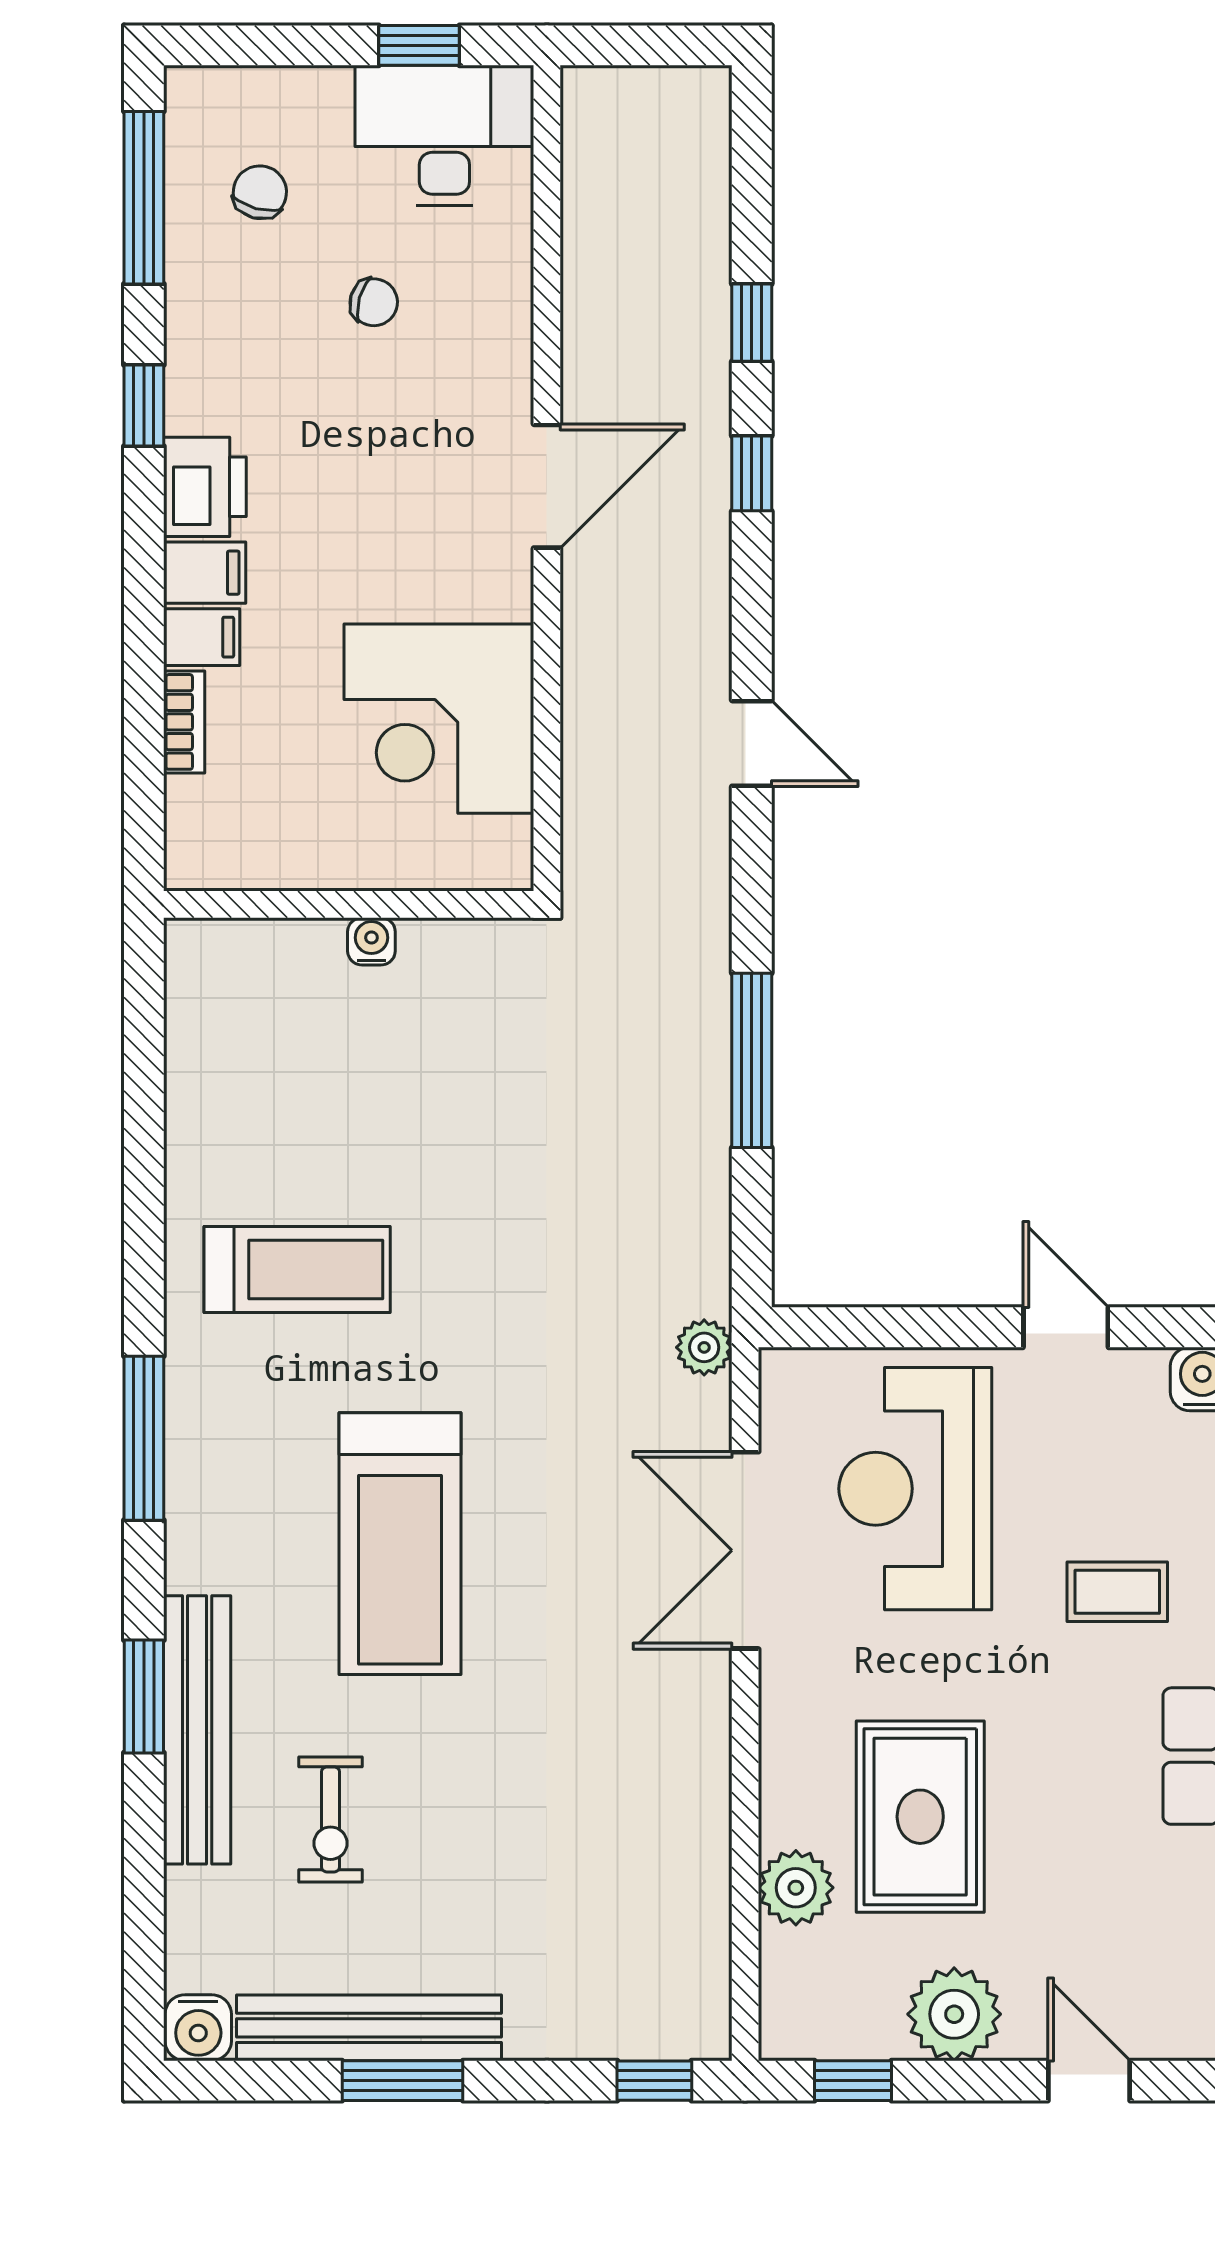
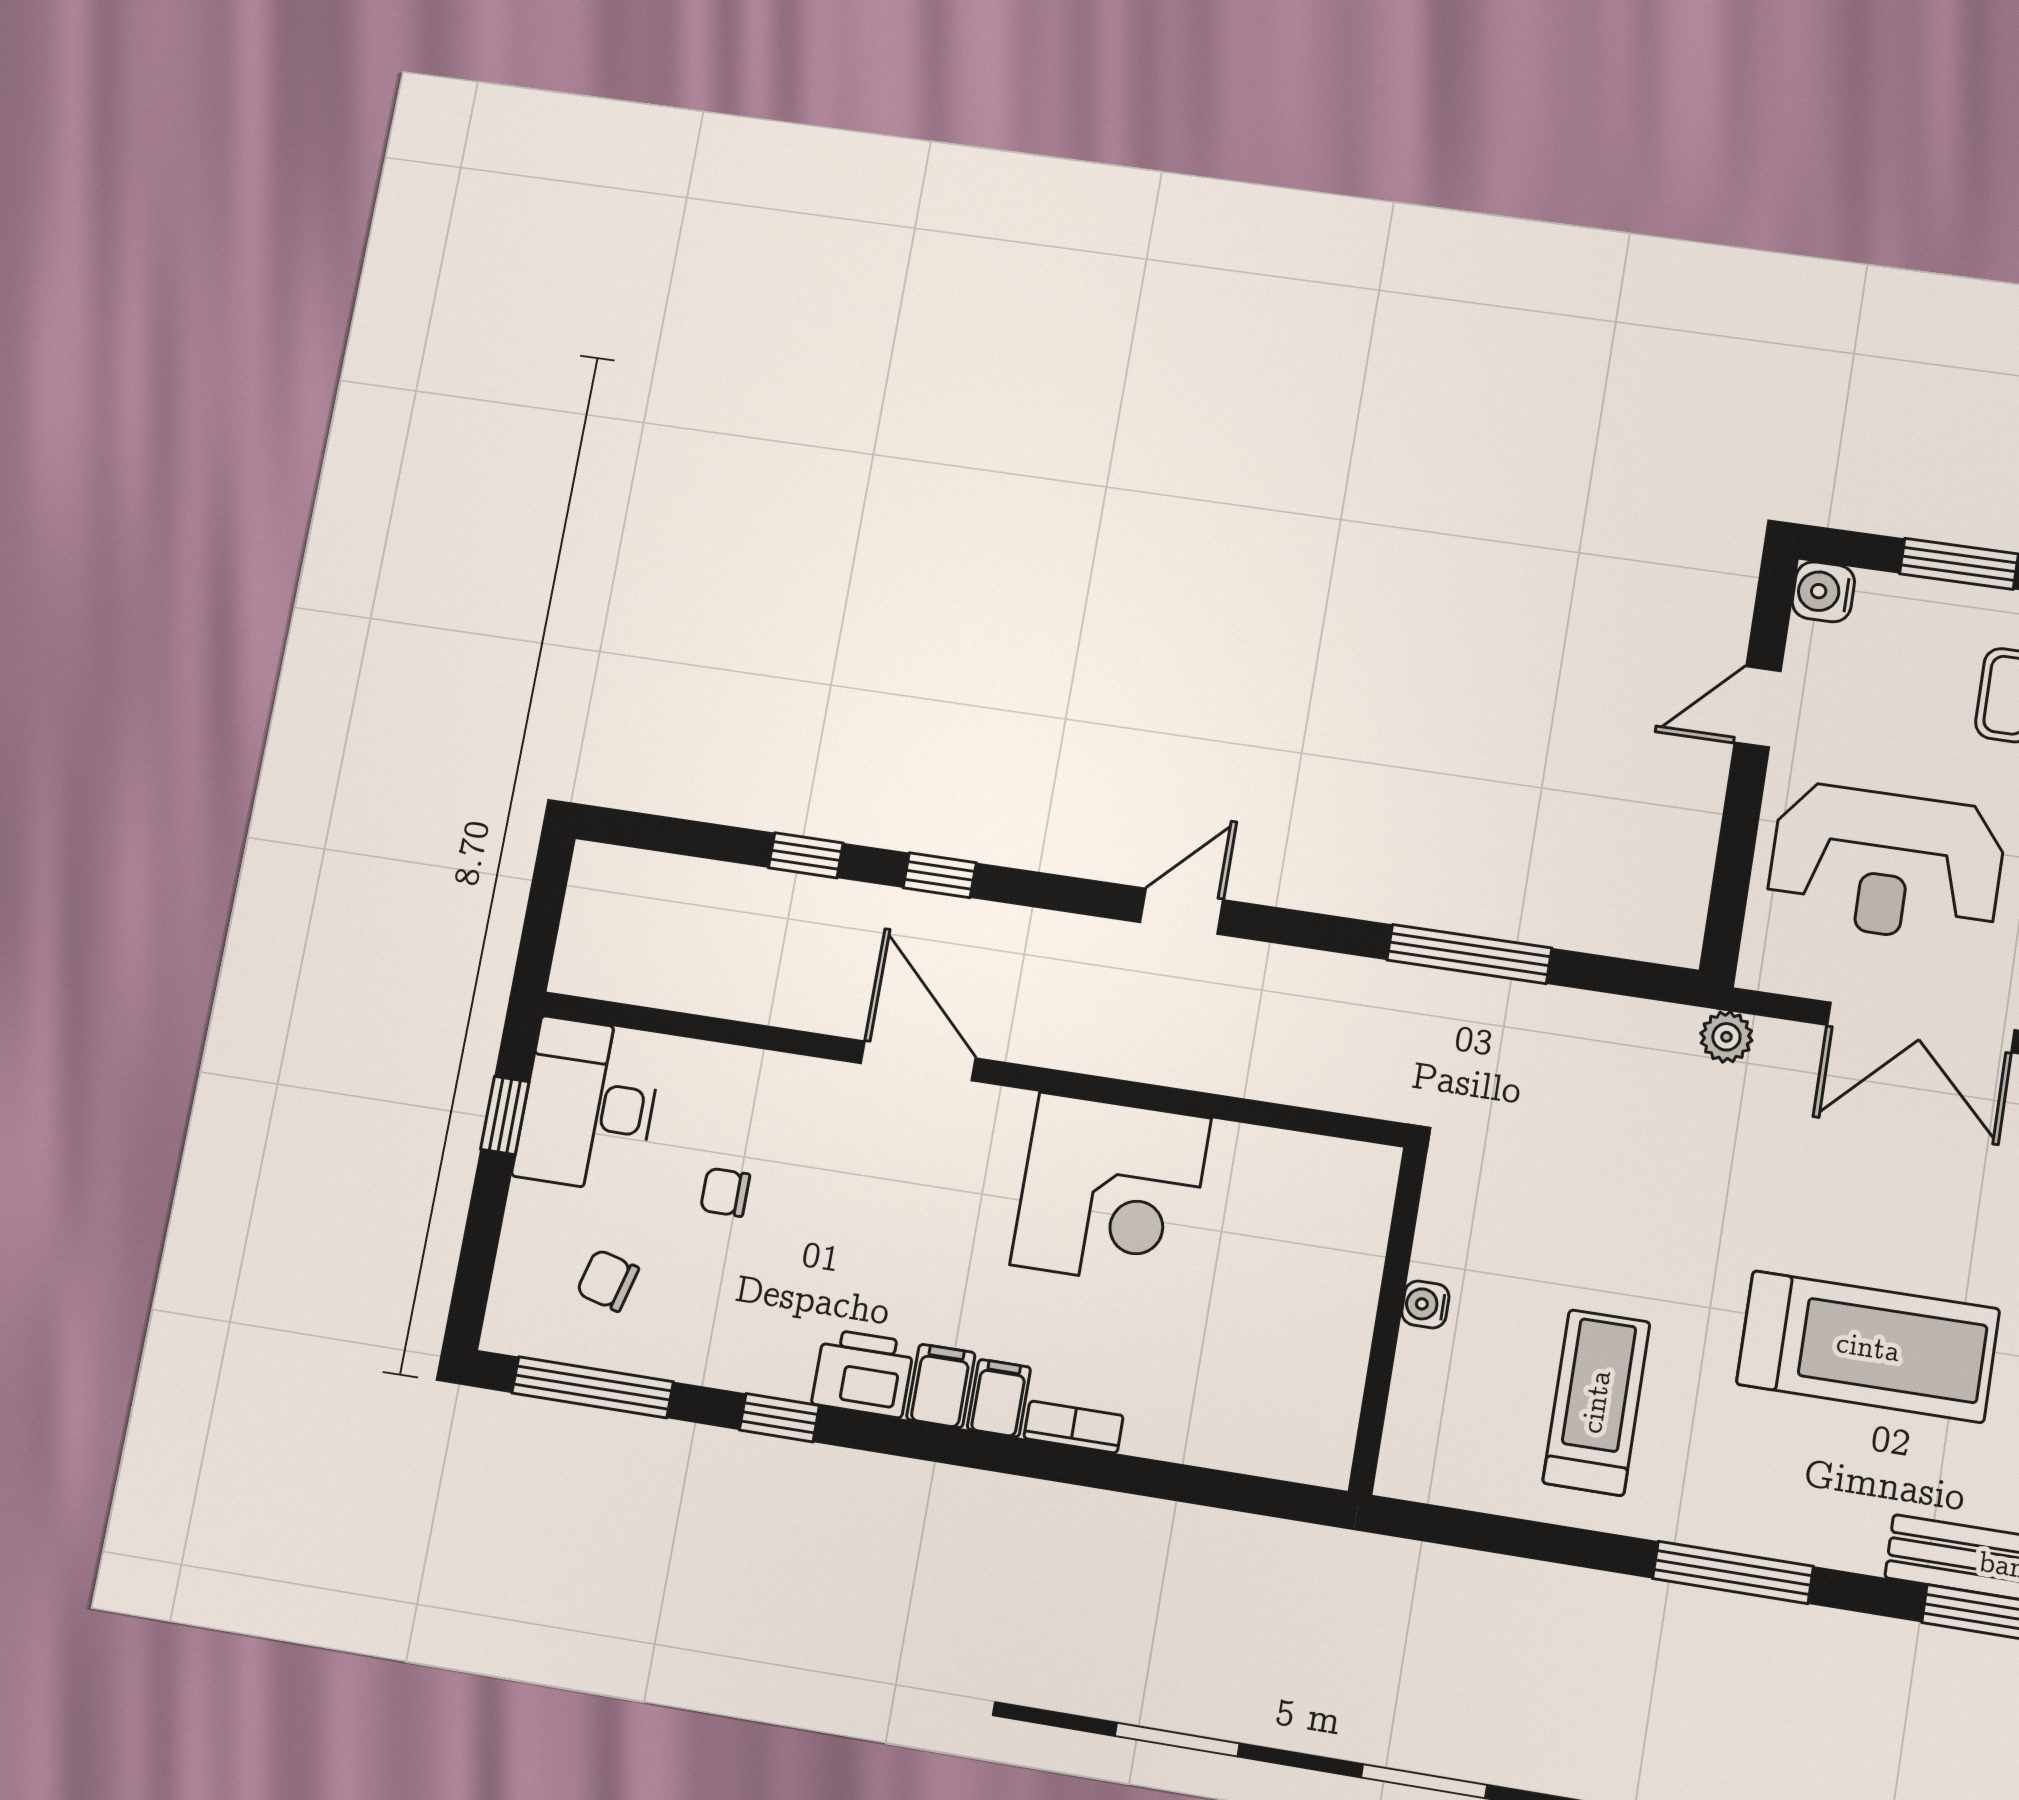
chair: (374, 302) -> (725, 1192), turned -106
wall: (349, 904) -> (1388, 1320), moved
water cooler: (371, 941) -> (1425, 1304), moved

